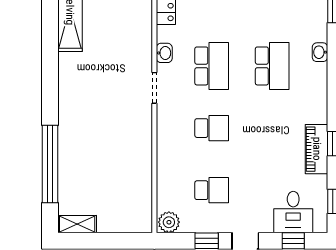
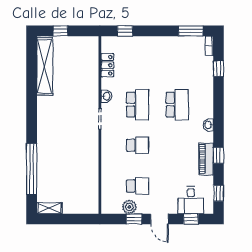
washbasin: (320, 52) -> (208, 125), moved
plant: (169, 222) -> (129, 207), moved

